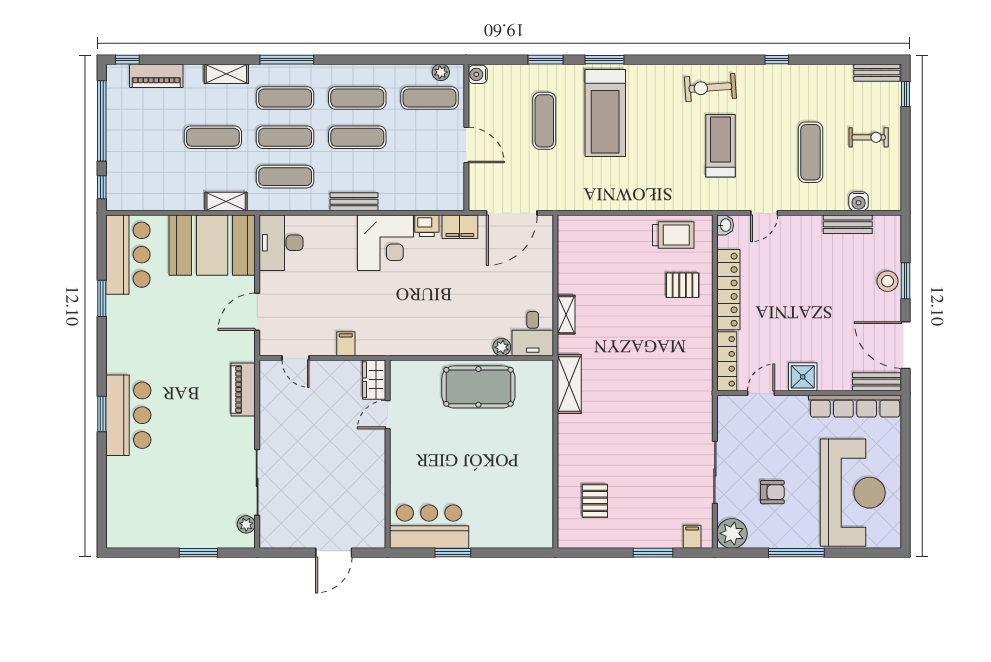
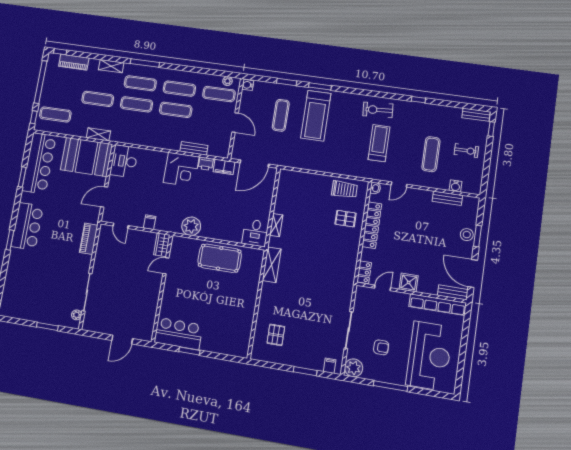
exercise mat: (285, 177) -> (55, 114), moved
bench: (354, 202) -> (194, 148), moved
bar counter: (128, 255) -> (39, 163), width x1.36
plant: (502, 347) -> (191, 226), moved, width x1.88, depth x1.88
locker: (727, 361) -> (364, 272), width x0.66
bar counter: (128, 415) -> (27, 226), moved

